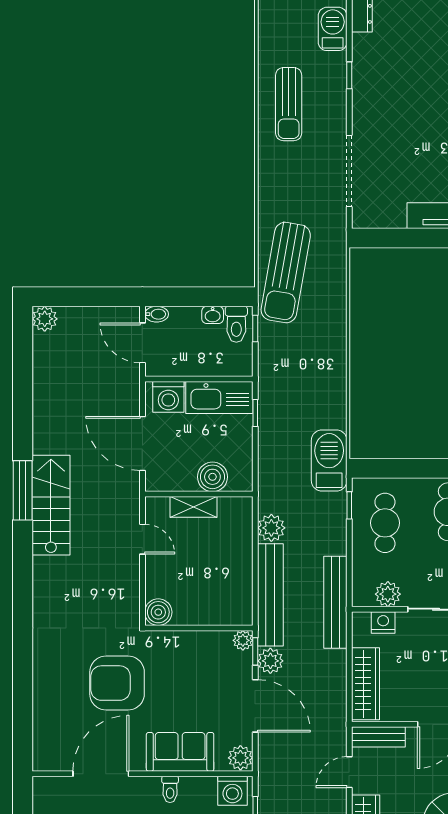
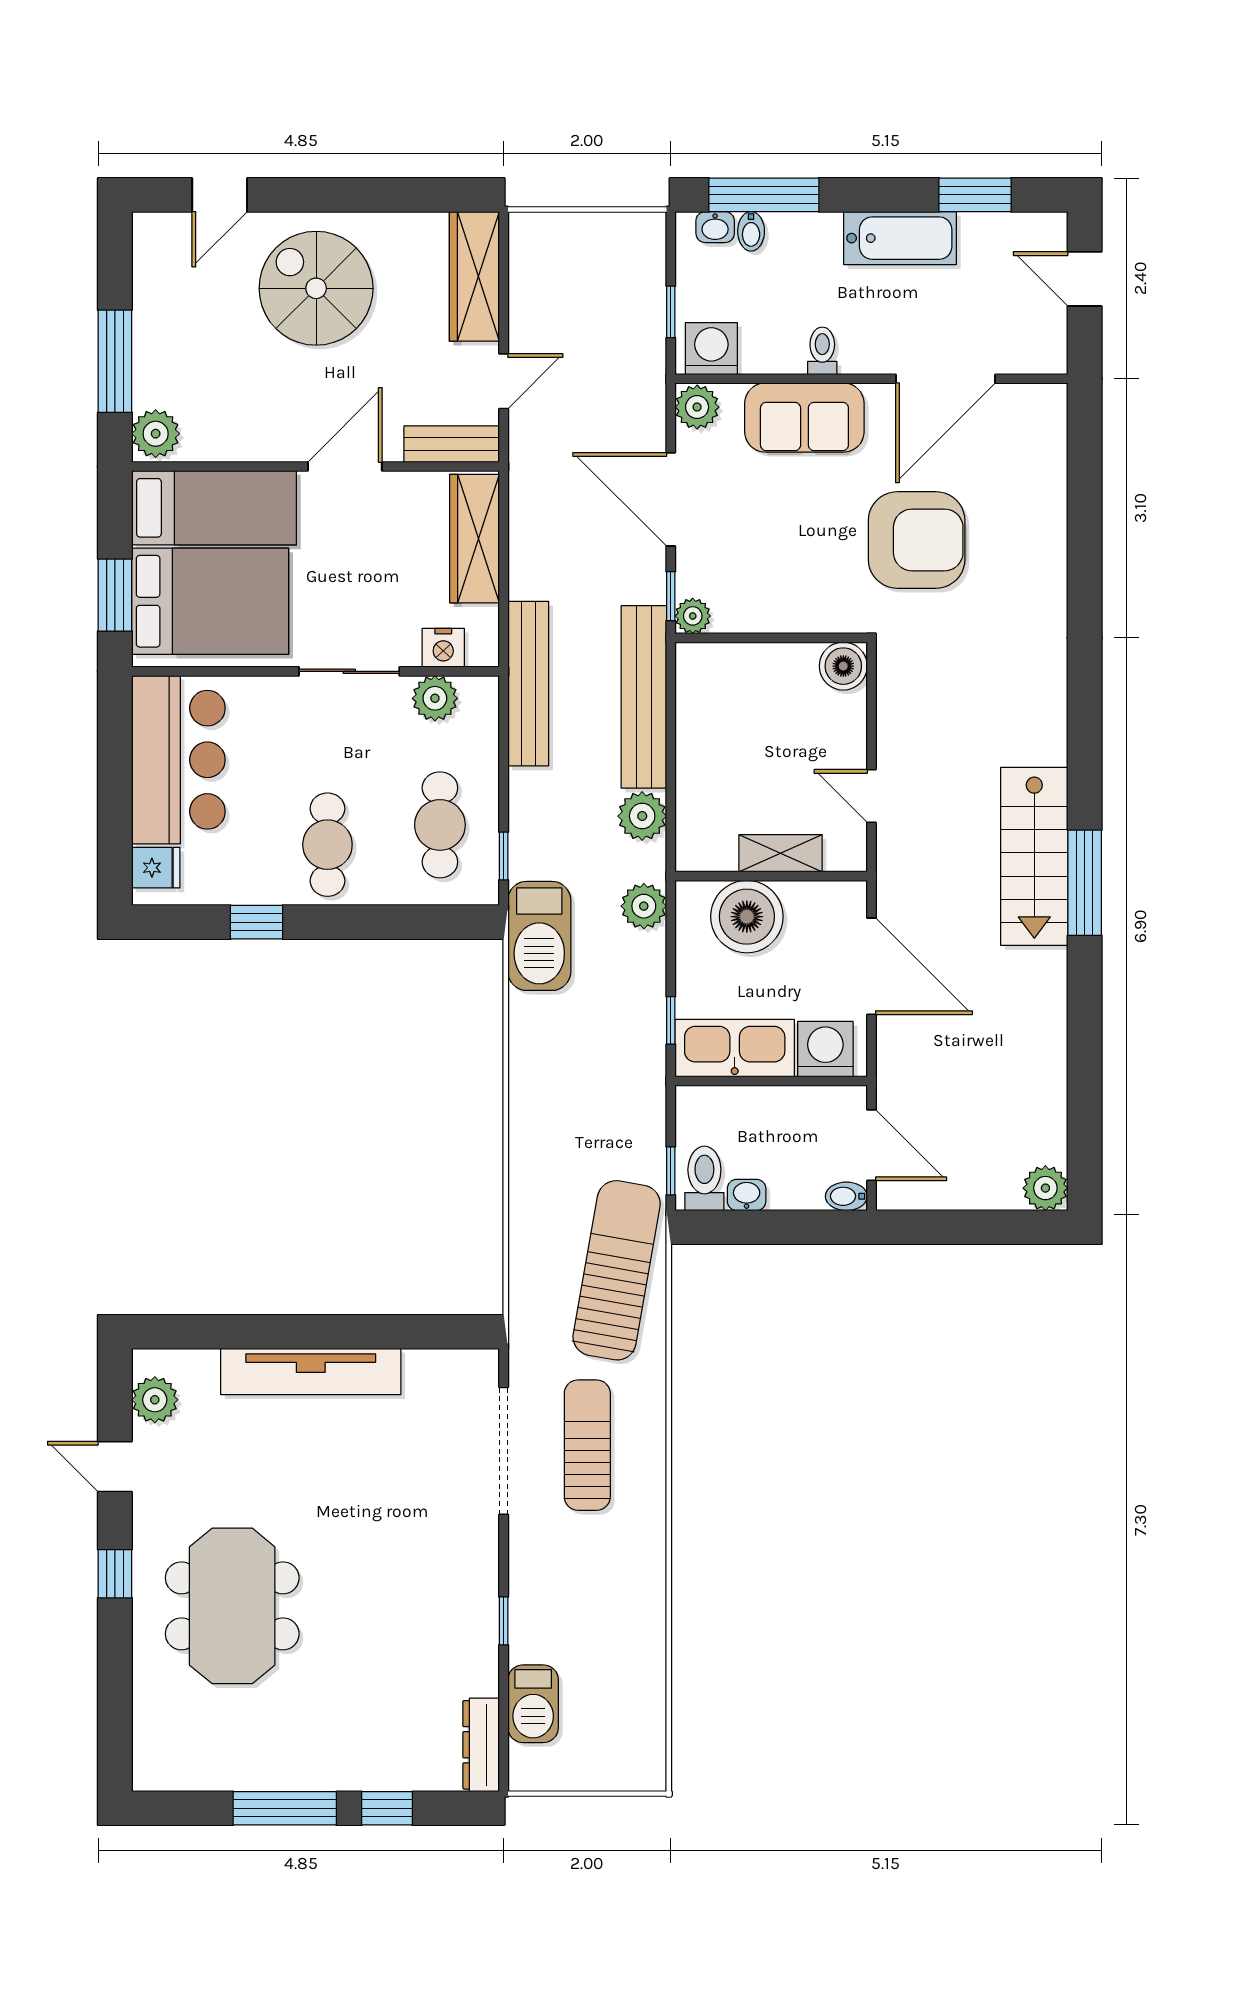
sun lounger: (289, 104) -> (587, 1445), moved
boiler: (212, 477) -> (747, 917), width x1.37, depth x1.37
plant: (270, 661) -> (644, 906), moved

